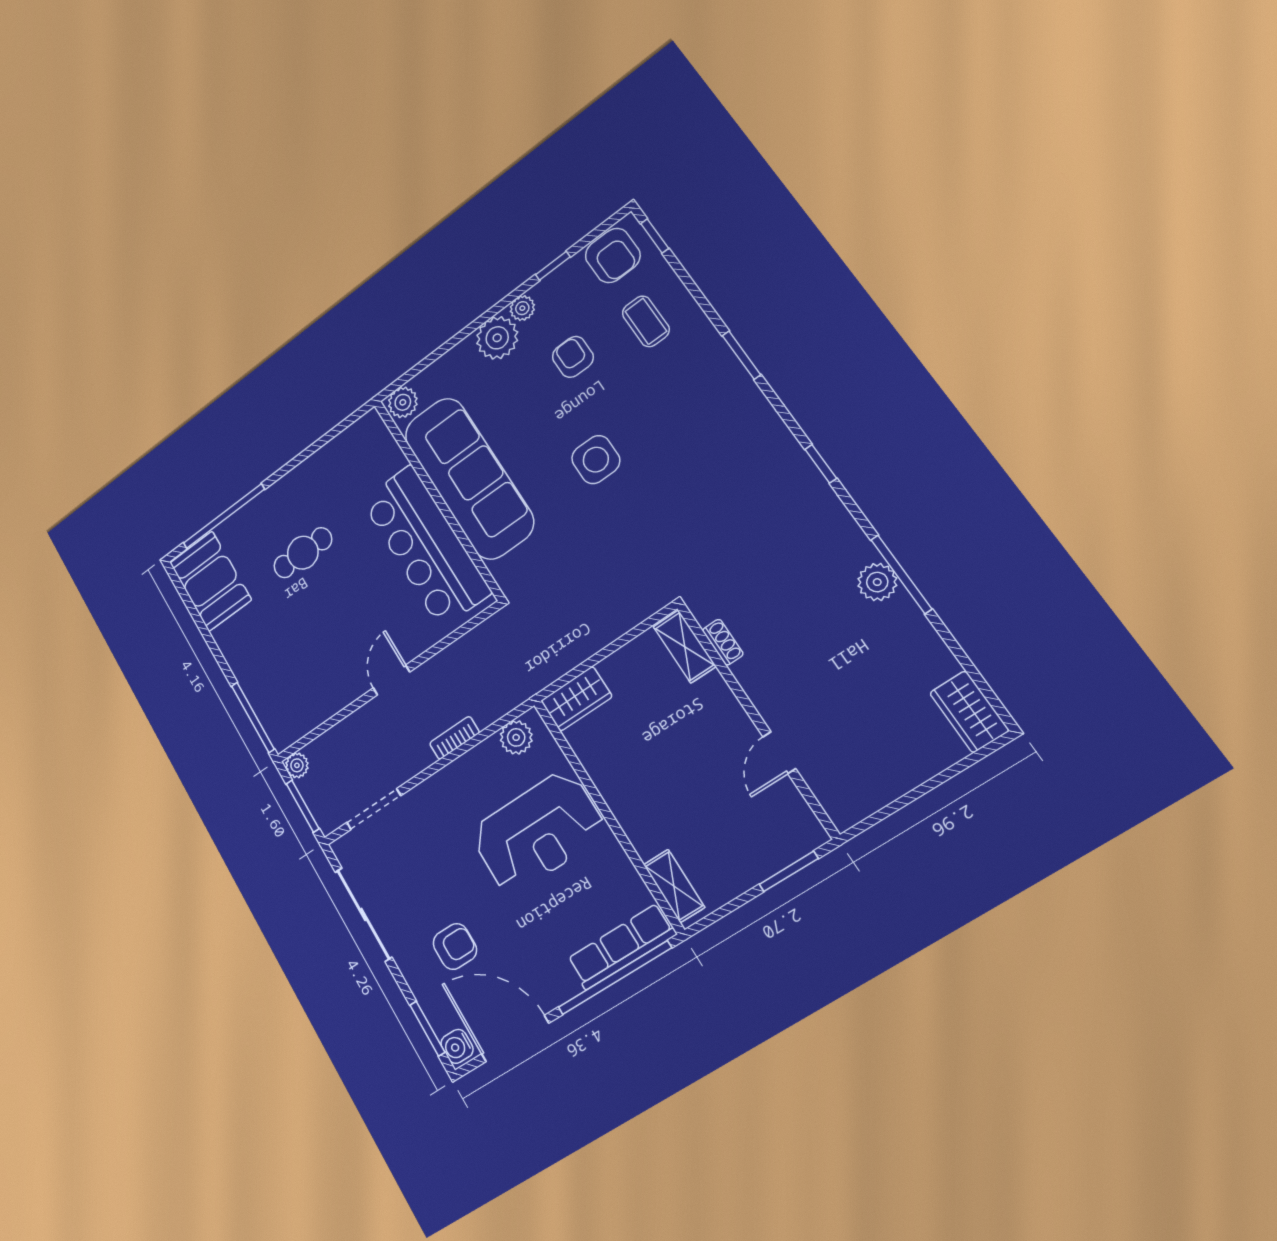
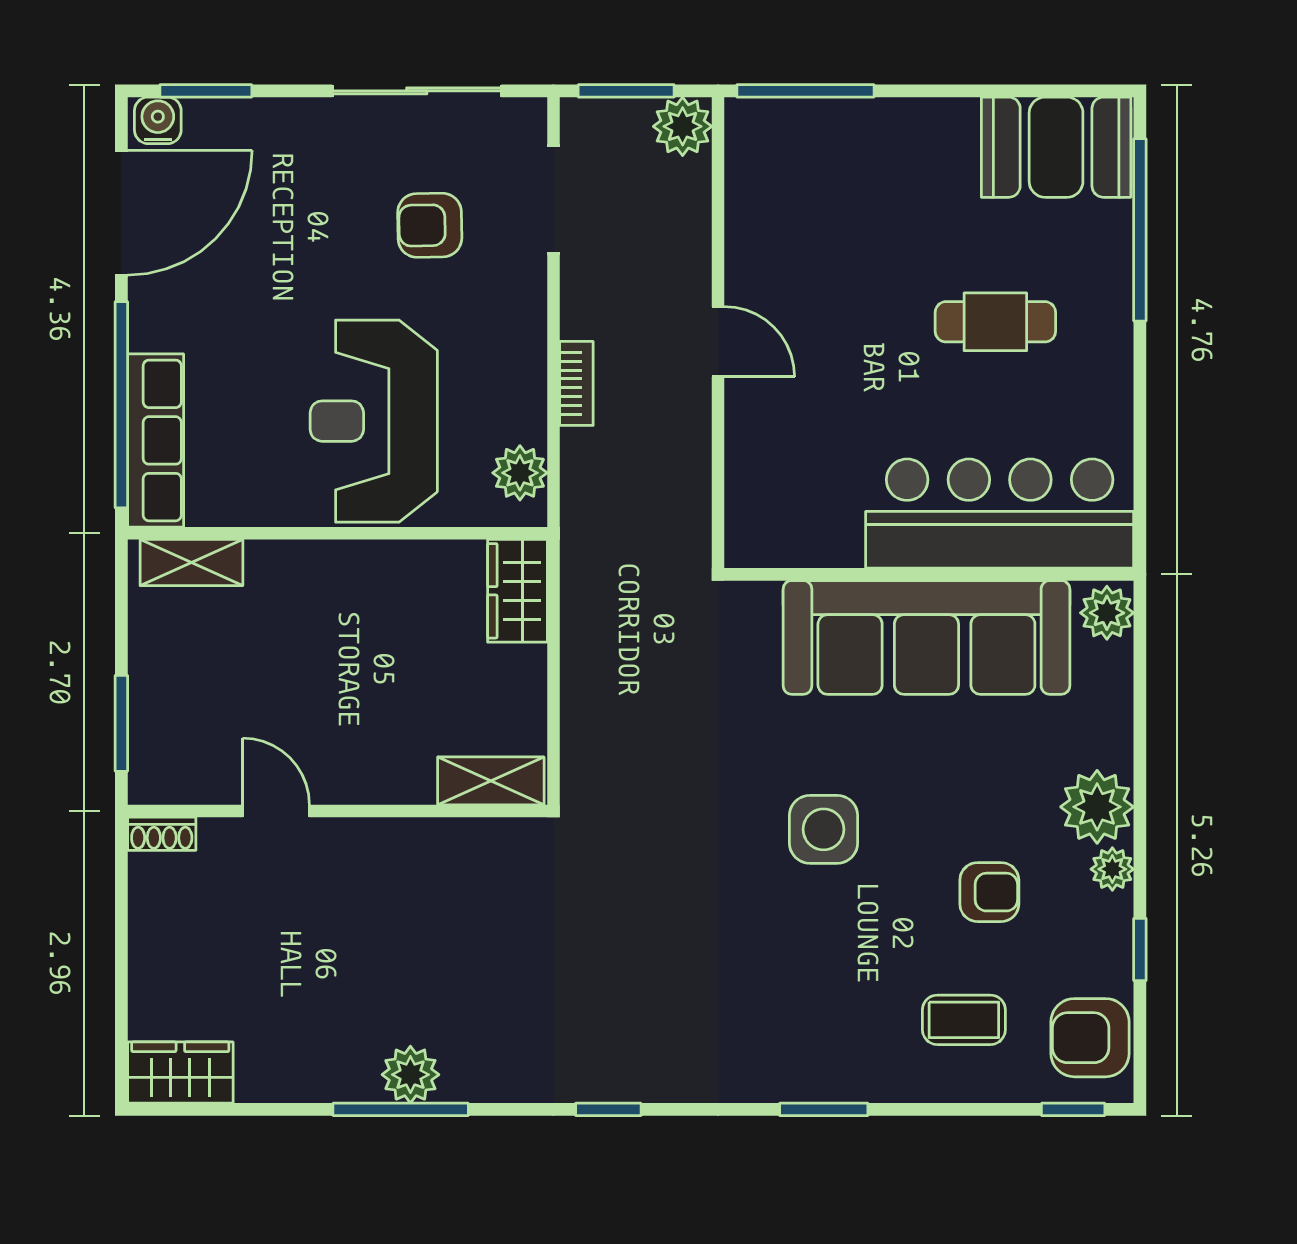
bar counter: (426, 546) -> (1000, 514), moved
cafe table: (303, 553) -> (995, 322), turned 90
shoe rack: (723, 642) -> (162, 834), moved
plant: (297, 765) -> (683, 126), width x1.38, depth x1.38
armchair: (455, 946) -> (430, 225), moved, turned 89

